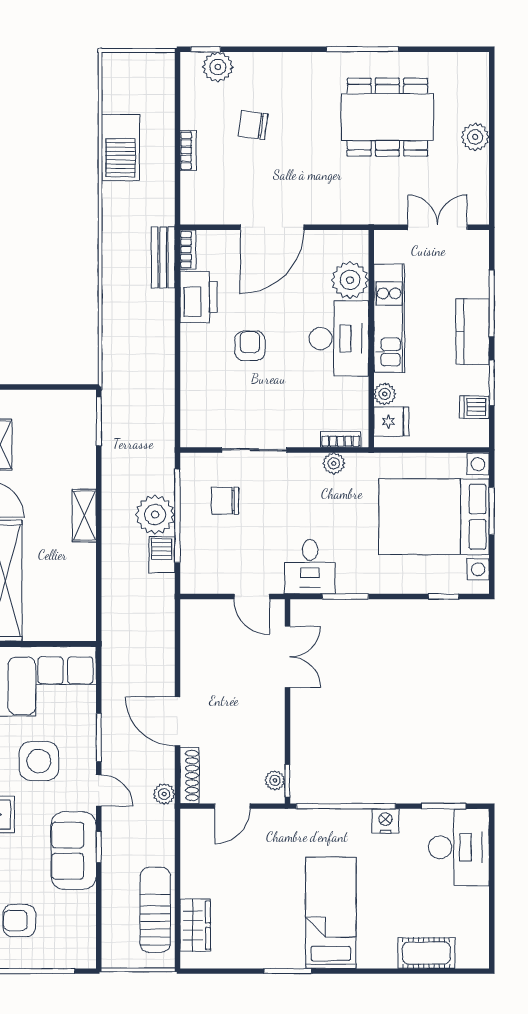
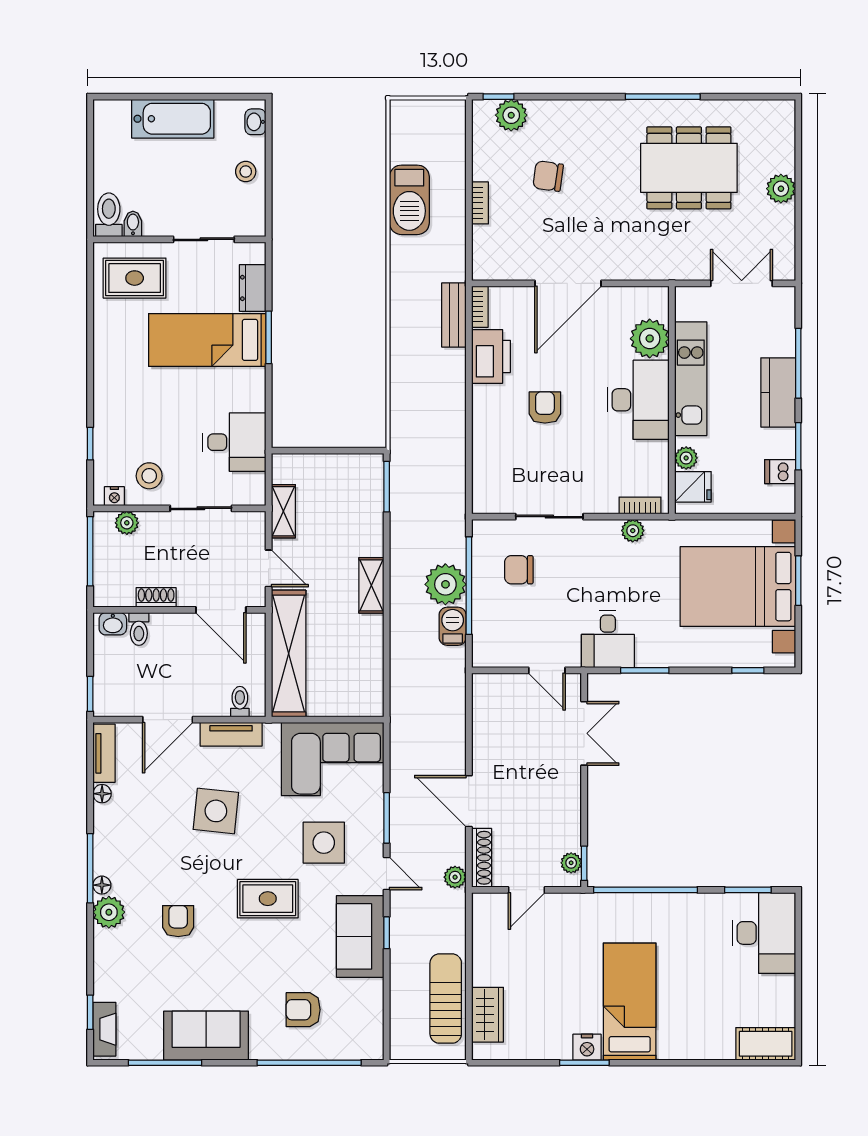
nightstand: (386, 821) -> (587, 1047), moved, turned 180
cot: (426, 953) -> (766, 1044), moved

